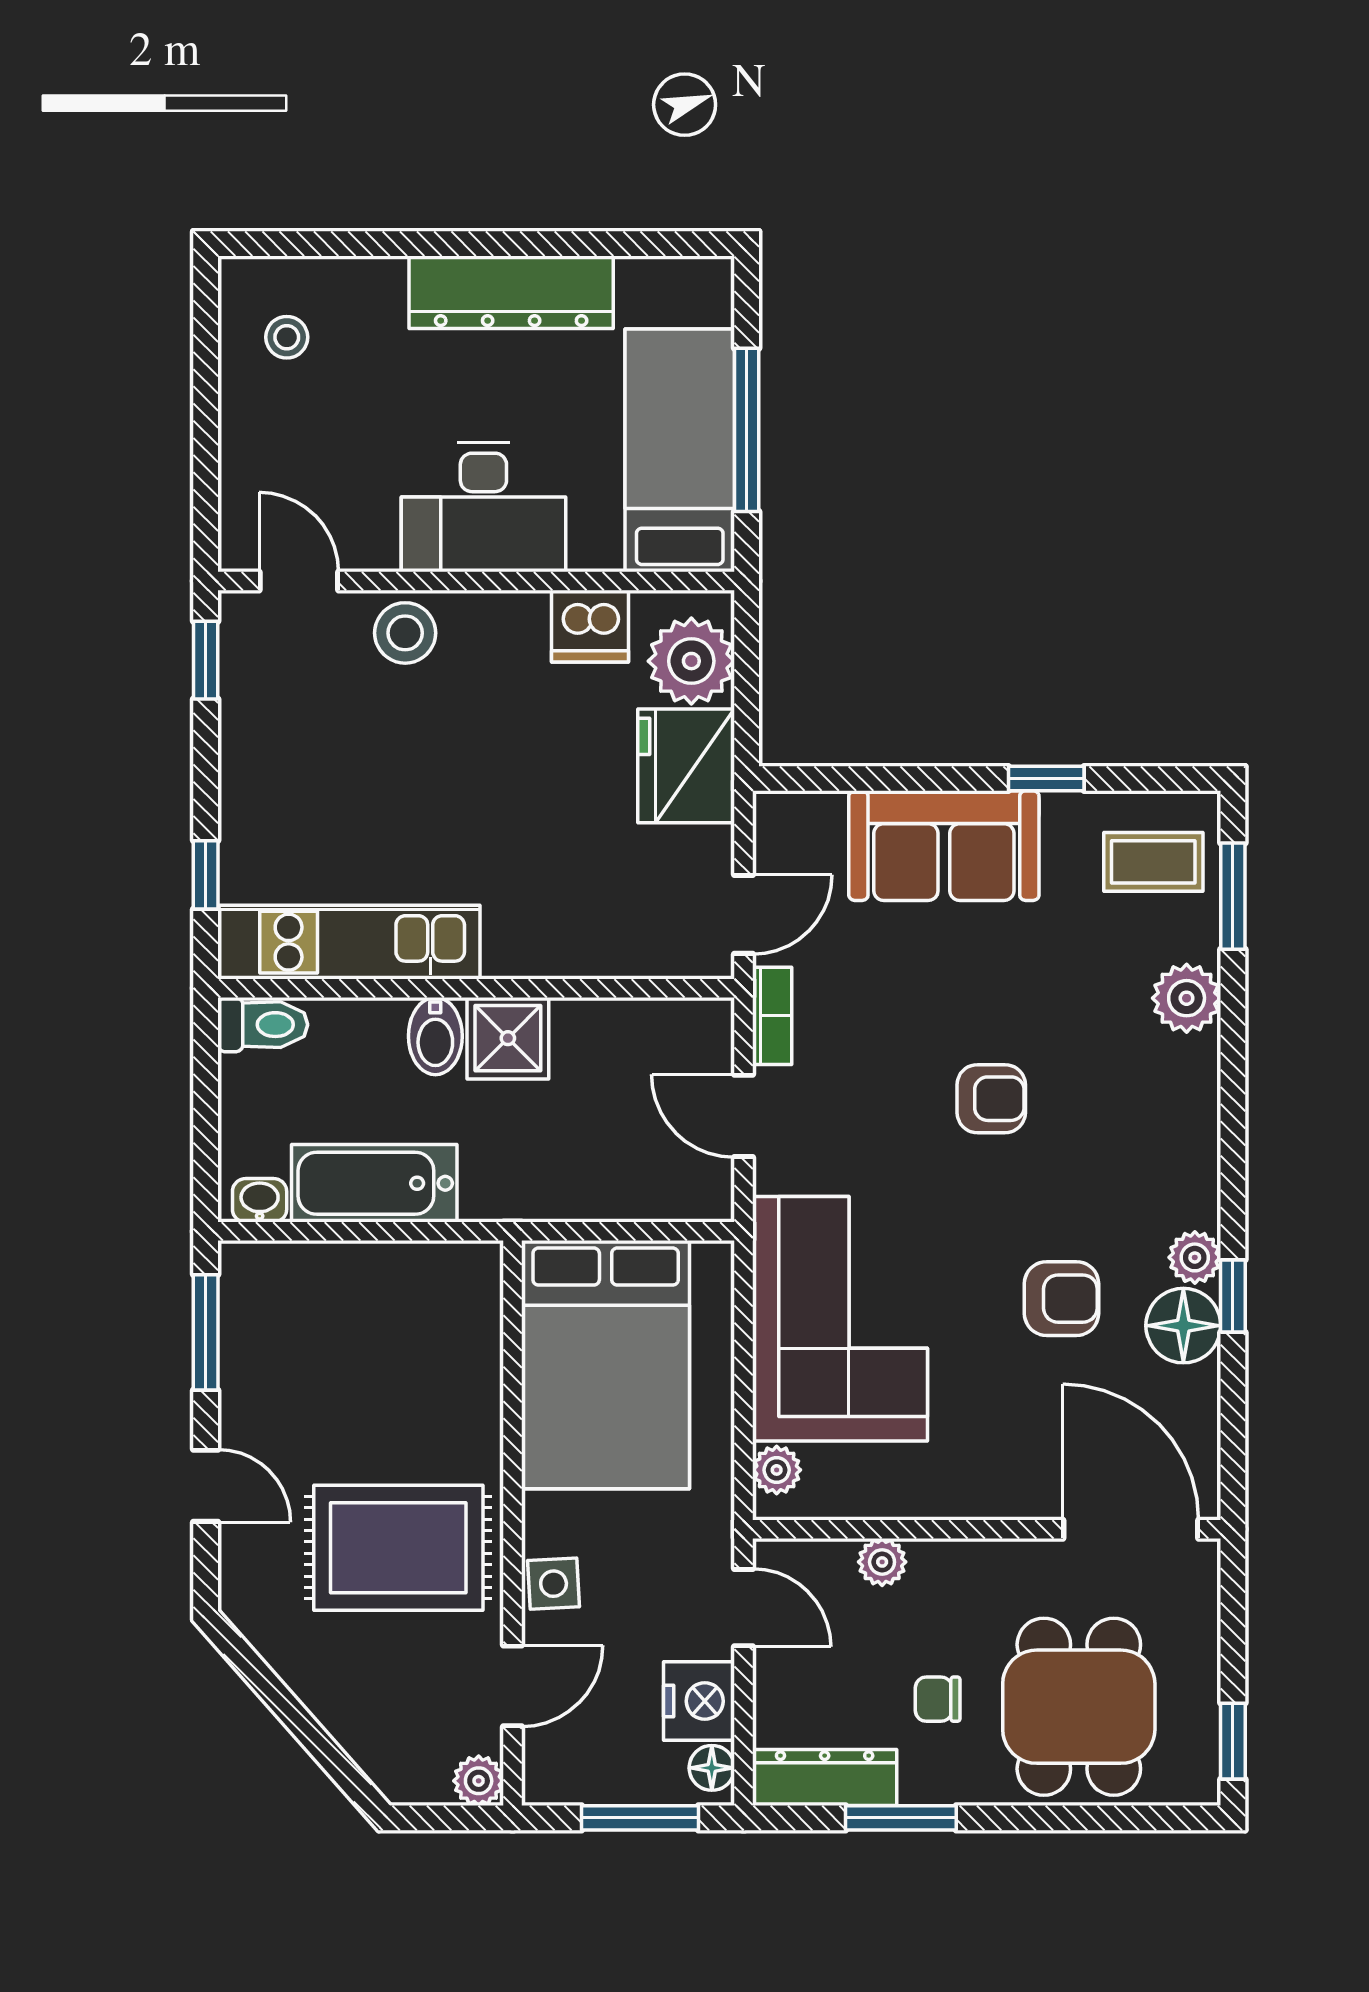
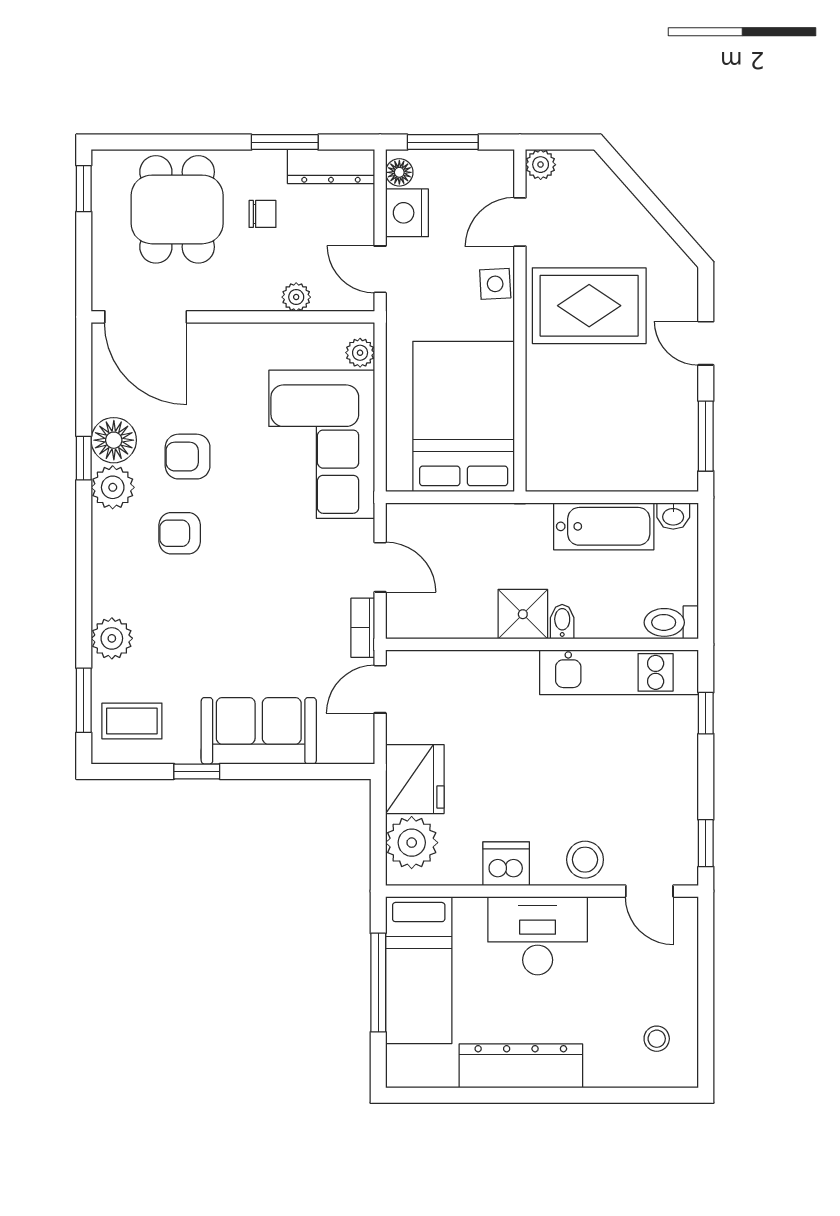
dishwasher: (590, 626) -> (506, 864), moved
bidet: (435, 1036) -> (562, 622), width x0.72, depth x0.74
armchair: (991, 1099) -> (180, 533), moved
plant: (1195, 1257) -> (113, 487), width x1.38, depth x1.38

